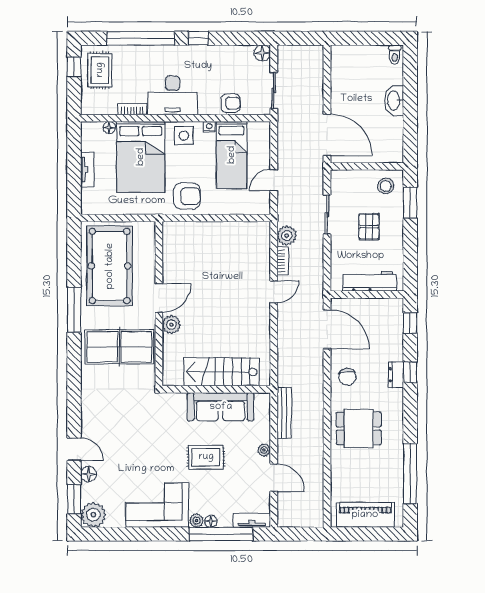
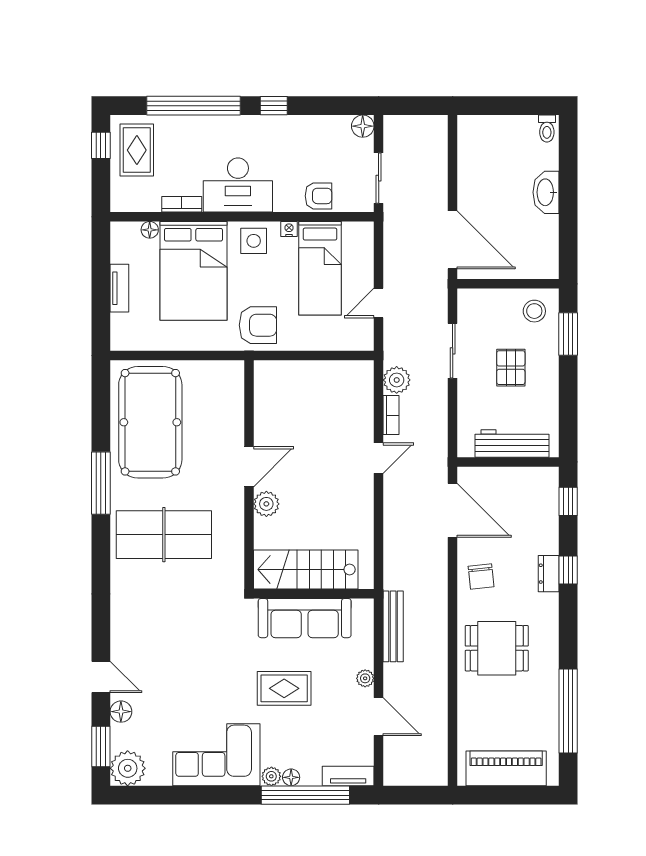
door: (159, 298) -> (249, 467), moved
wall: (159, 304) -> (249, 475), moved
plant: (171, 325) -> (266, 504), moved

